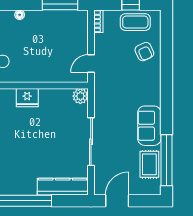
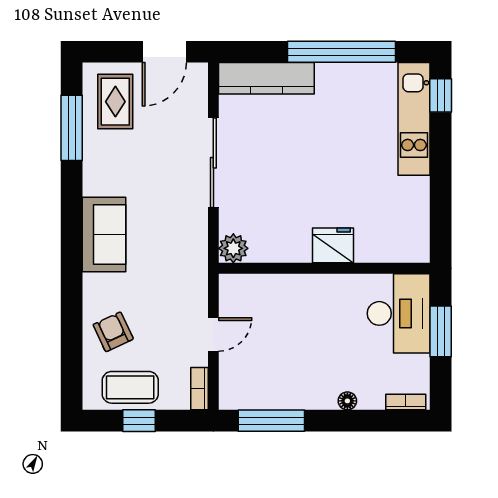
door: (91, 63) -> (213, 334), moved
sofa: (149, 126) -> (104, 235), moved
window: (166, 160) -> (72, 128), width x0.68
rug: (149, 164) -> (115, 102), moved

